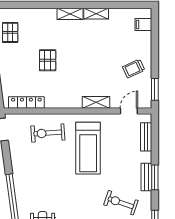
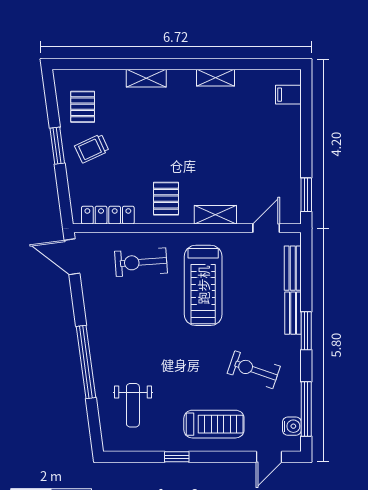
shelving: (70, 14) -> (146, 78), moved
pallet: (48, 60) -> (166, 199), moved
trolley: (134, 68) -> (92, 148), moved
bench: (146, 177) -> (293, 313), moved

